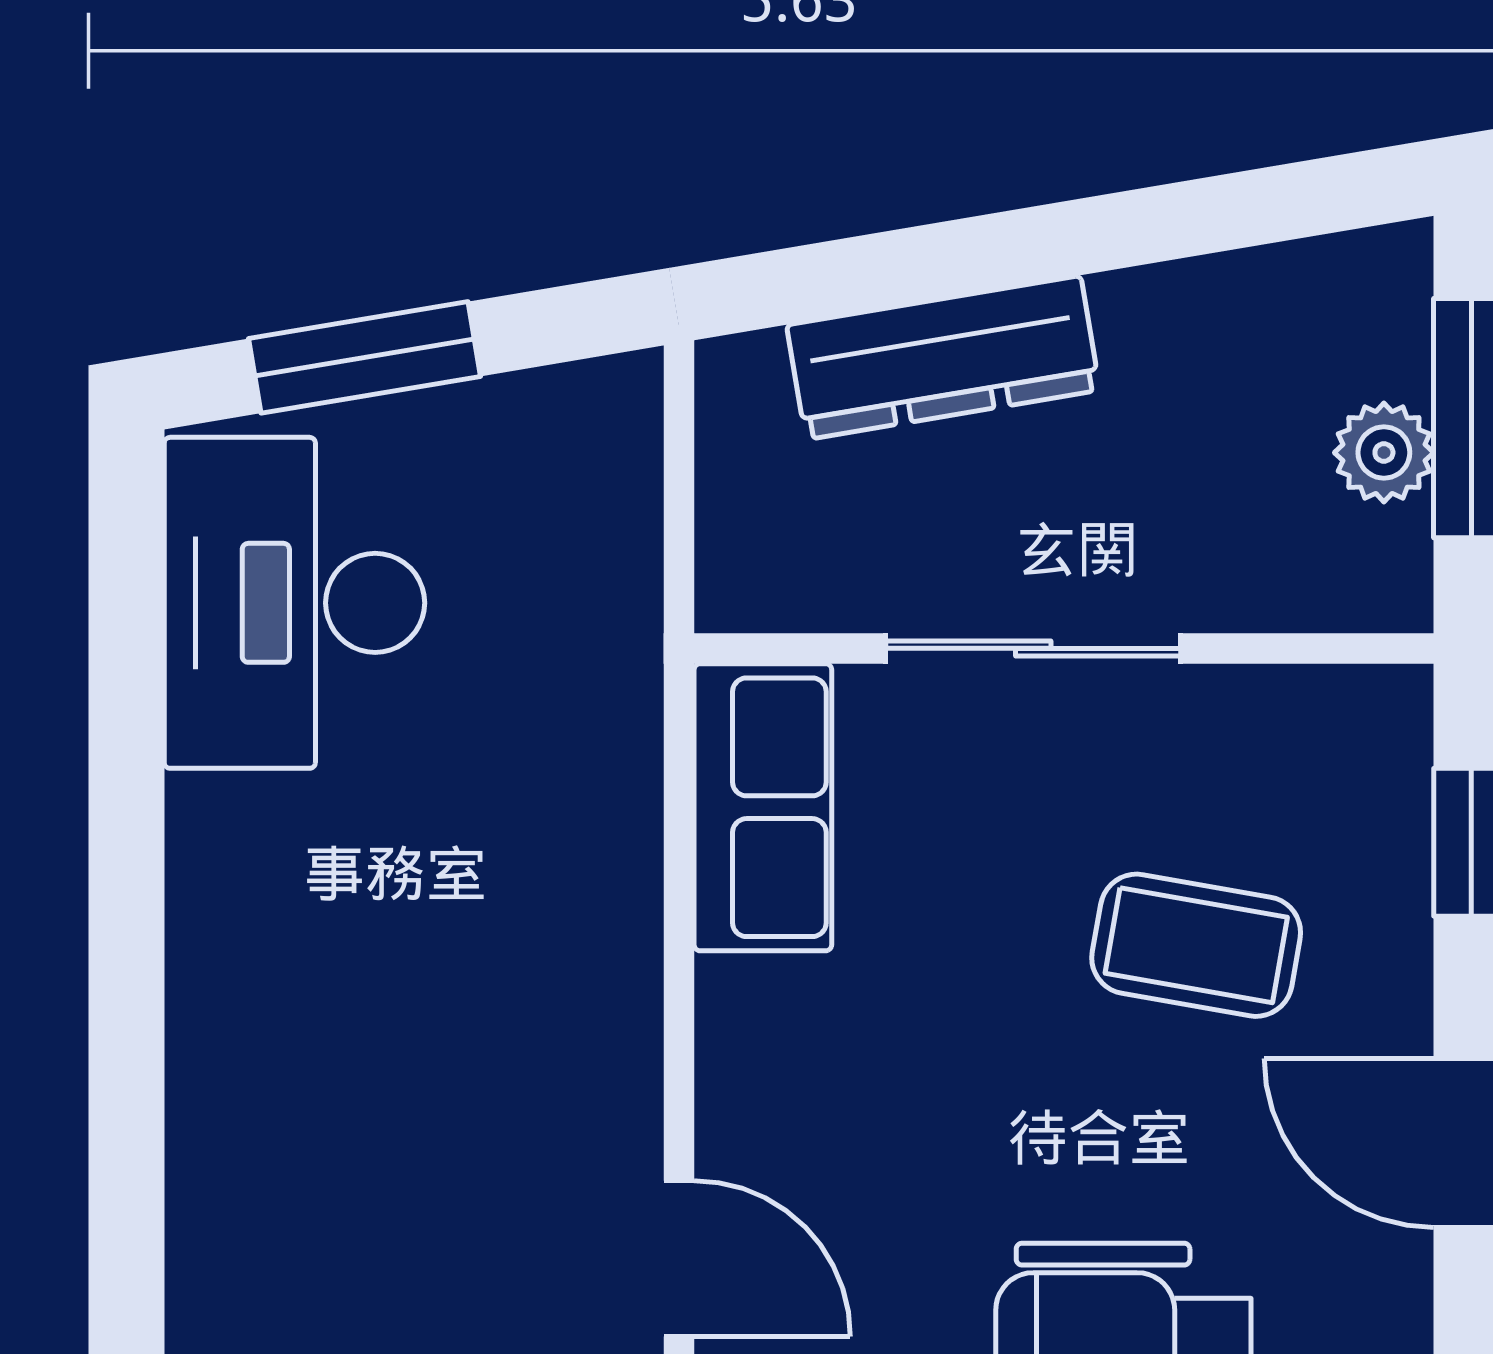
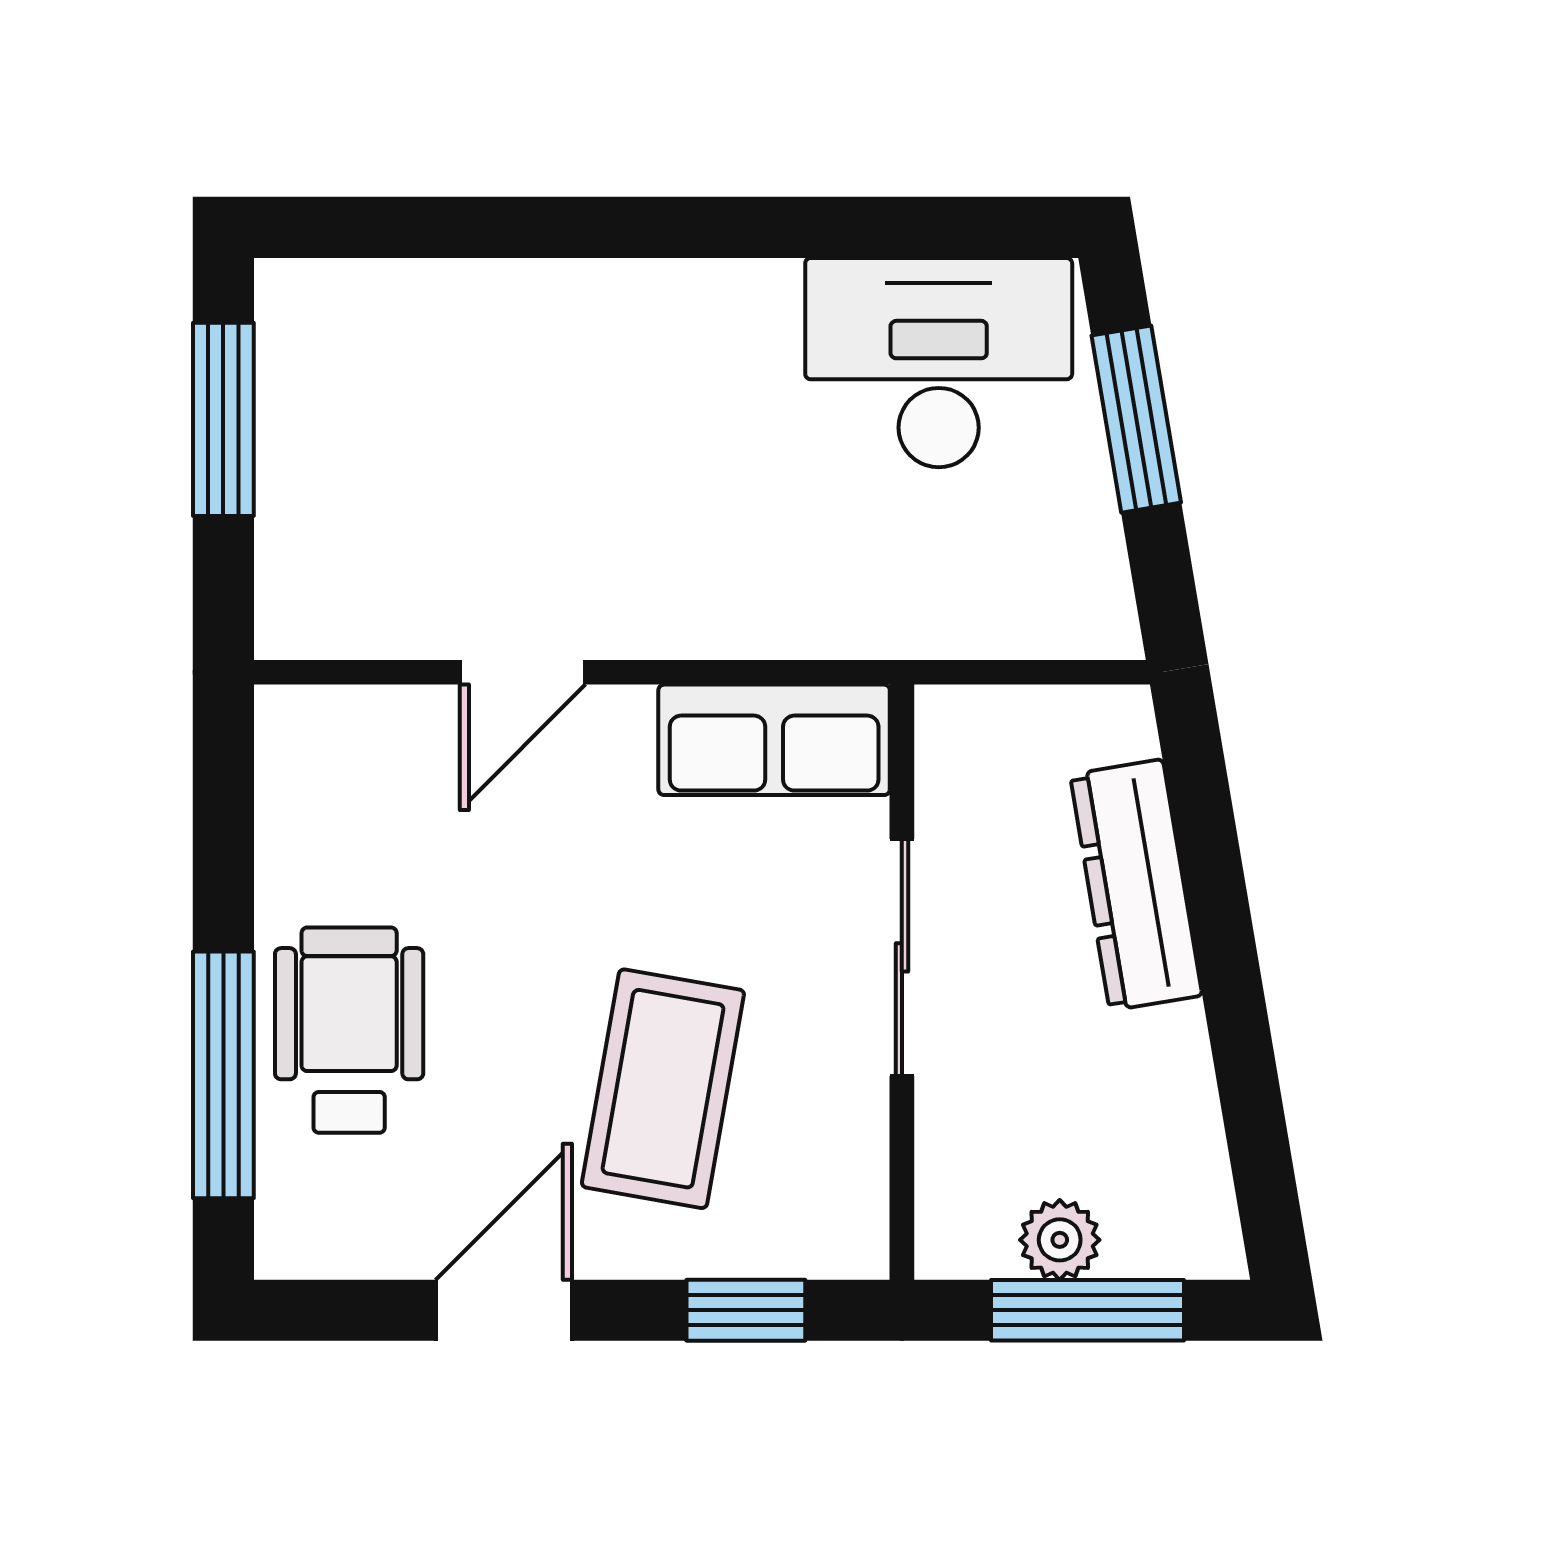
coffee table: (1196, 945) -> (663, 1089), width x1.36, depth x1.30
door: (679, 1259) -> (523, 672), moved

